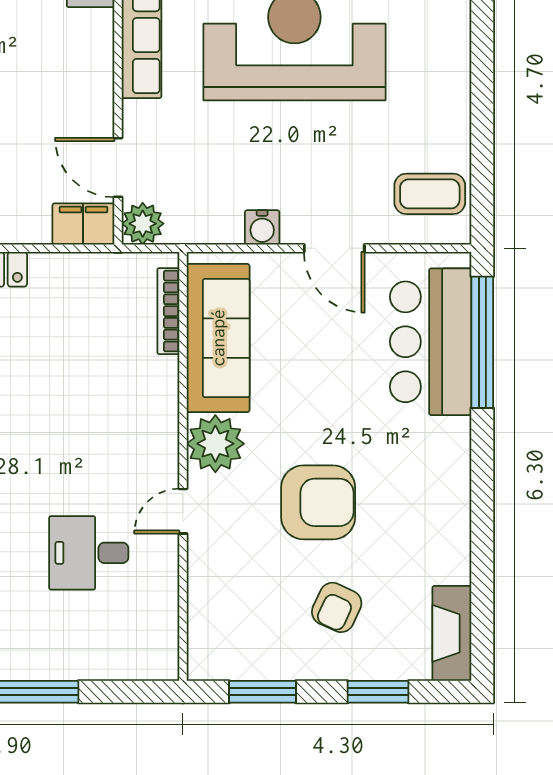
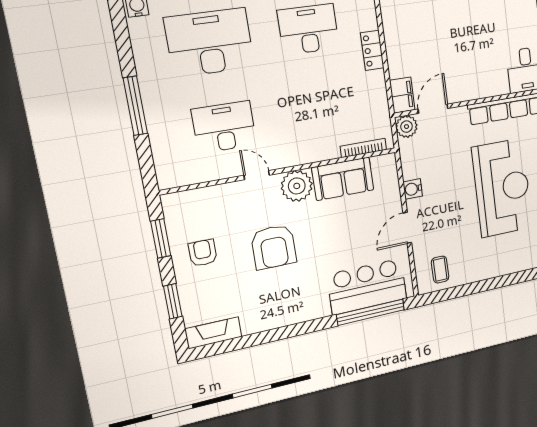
coffee table: (430, 194) -> (440, 270), width x0.73, depth x0.77
sofa: (218, 338) -> (343, 179), width x0.73
desk: (89, 553) -> (224, 127), width x1.37
armchair: (337, 607) -> (203, 253), moved, turned 65

